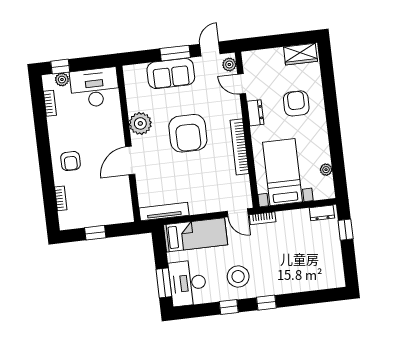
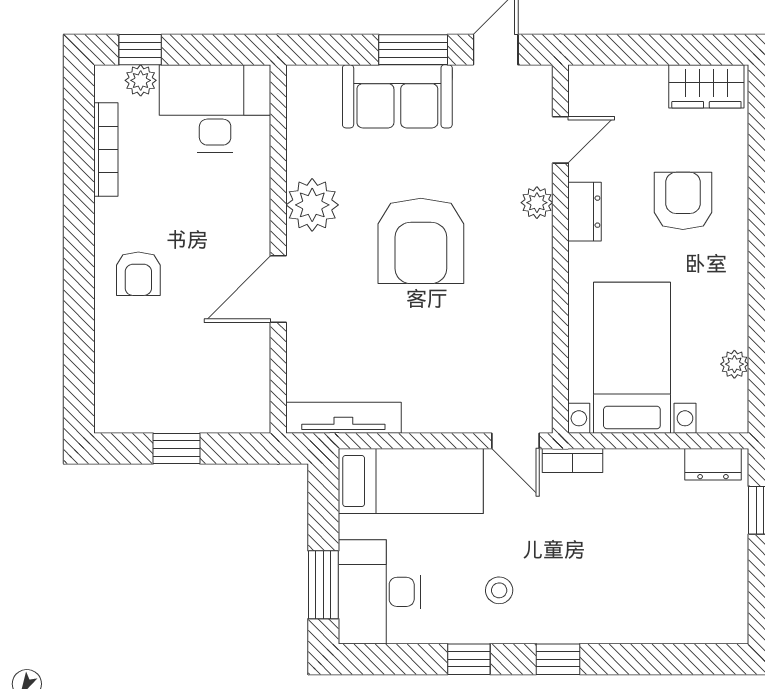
plant: (229, 65) -> (537, 203), moved
door: (242, 84) -> (560, 140), swing flipped
bookcase: (50, 103) -> (106, 149), width x1.56
bookcase: (240, 147) -> (538, 287), removed
bookcase: (61, 198) -> (105, 359), removed
stool: (238, 277) -> (499, 590), width x0.53, depth x0.53

